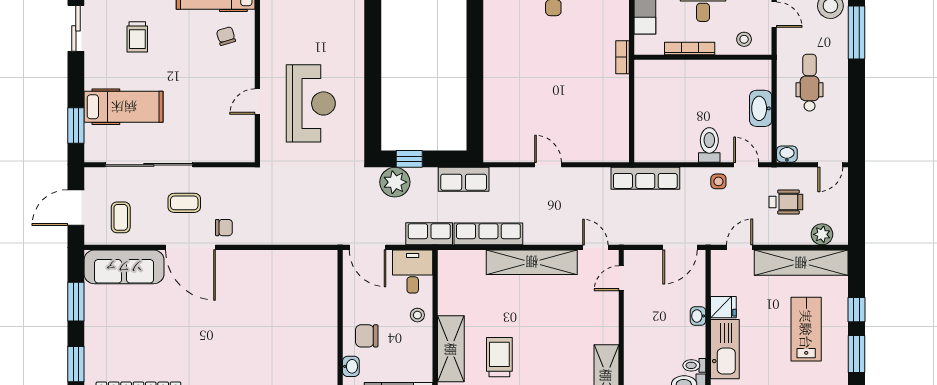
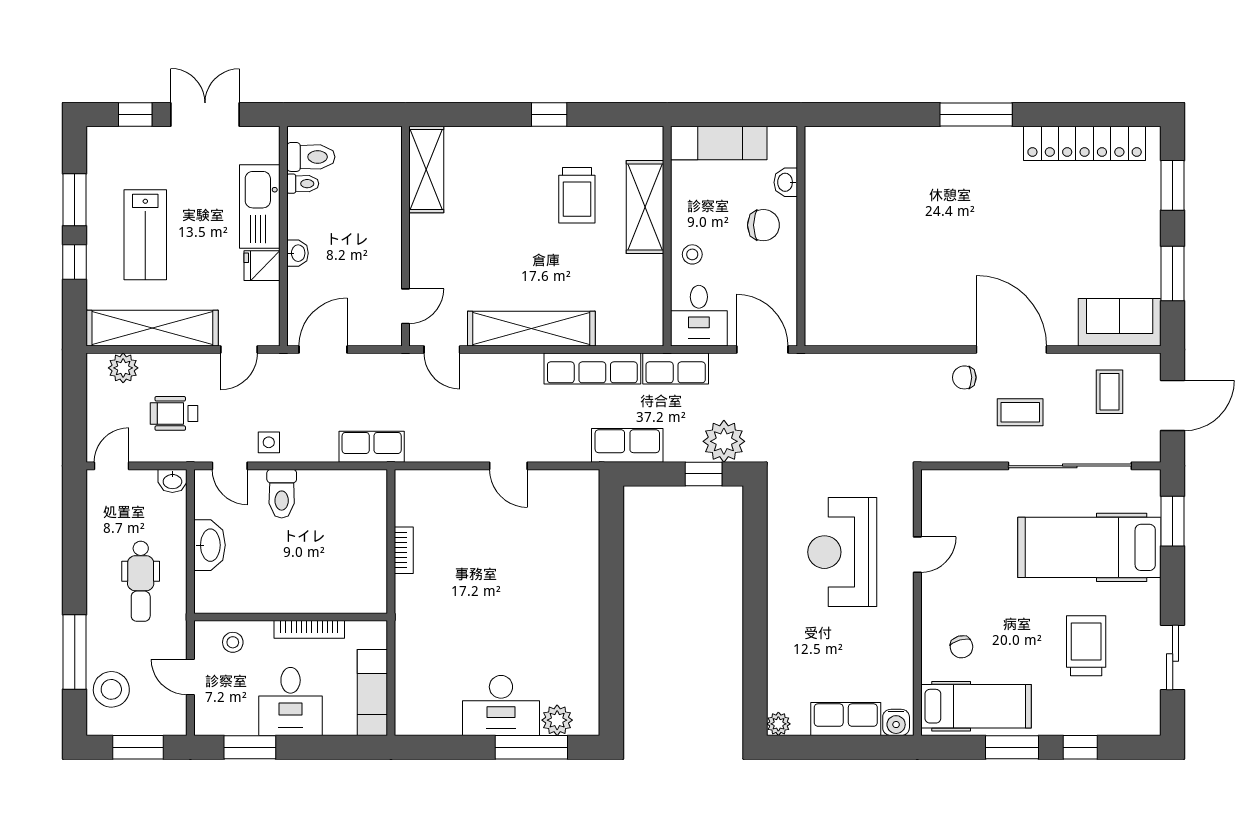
trolley: (137, 37) -> (1086, 646), width x1.36, depth x1.39
bookcase: (622, 57) -> (404, 550), moved
hospital bed: (124, 107) -> (1089, 547), width x1.37, depth x1.29
row of seats: (645, 178) -> (372, 447), width x0.68
sofa: (124, 267) -> (1120, 322), width x0.73

